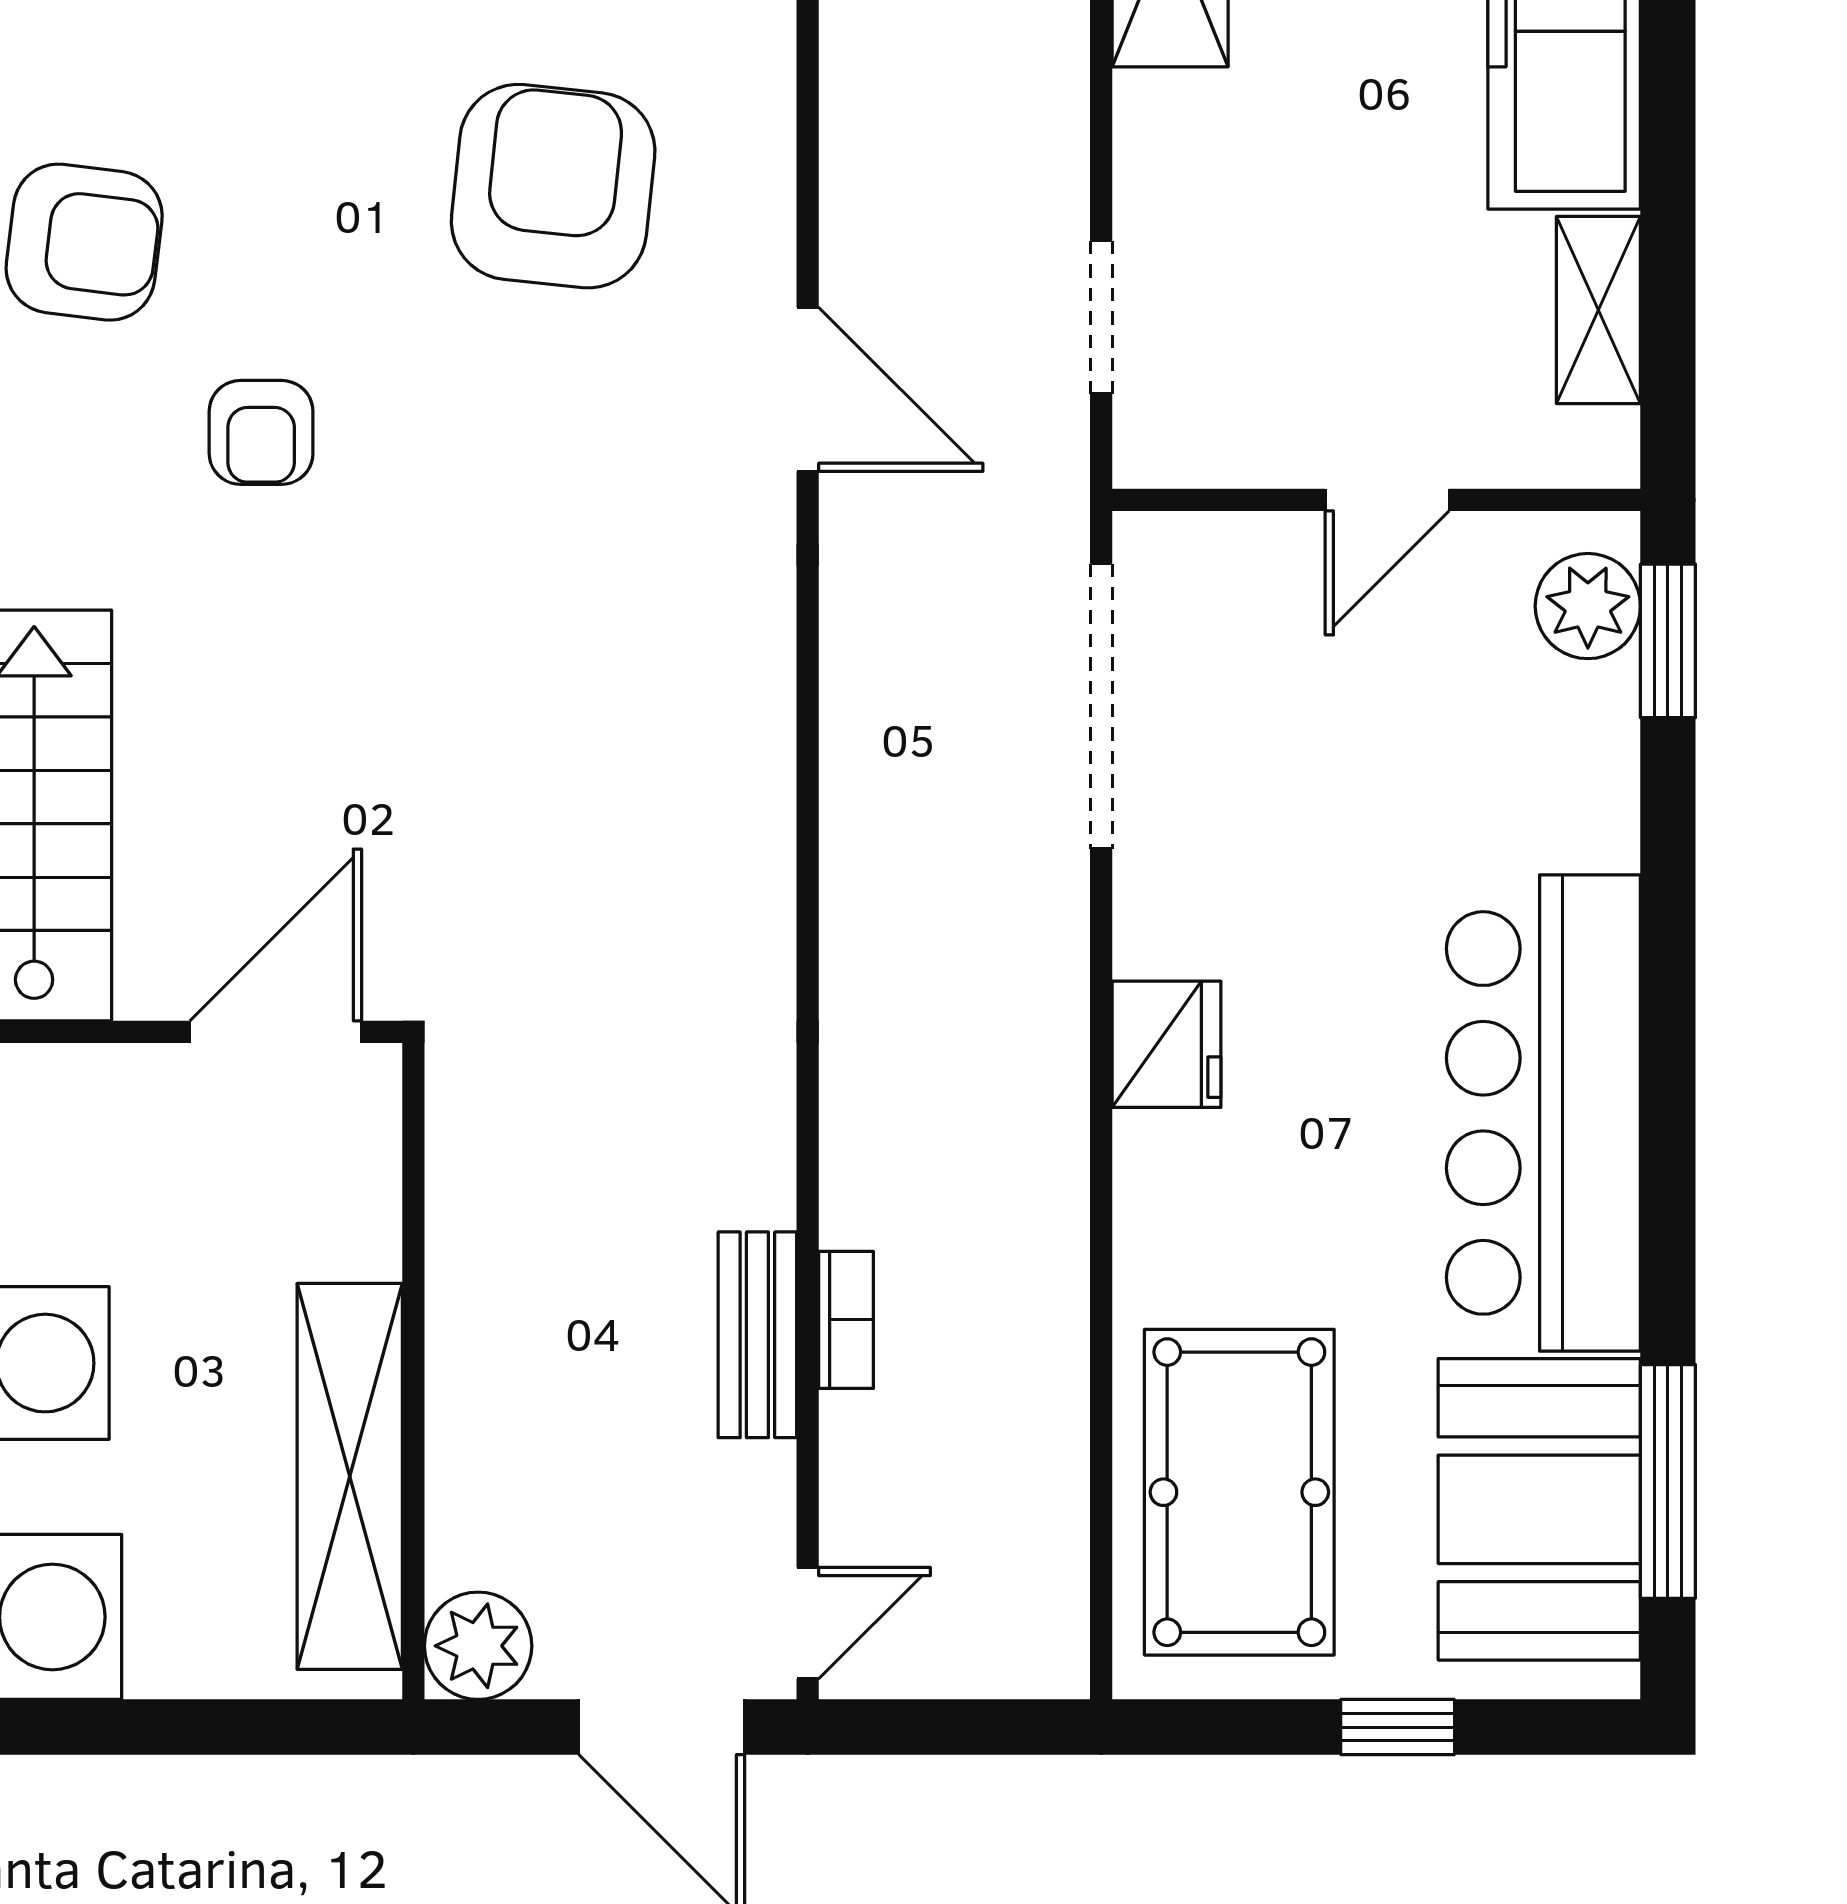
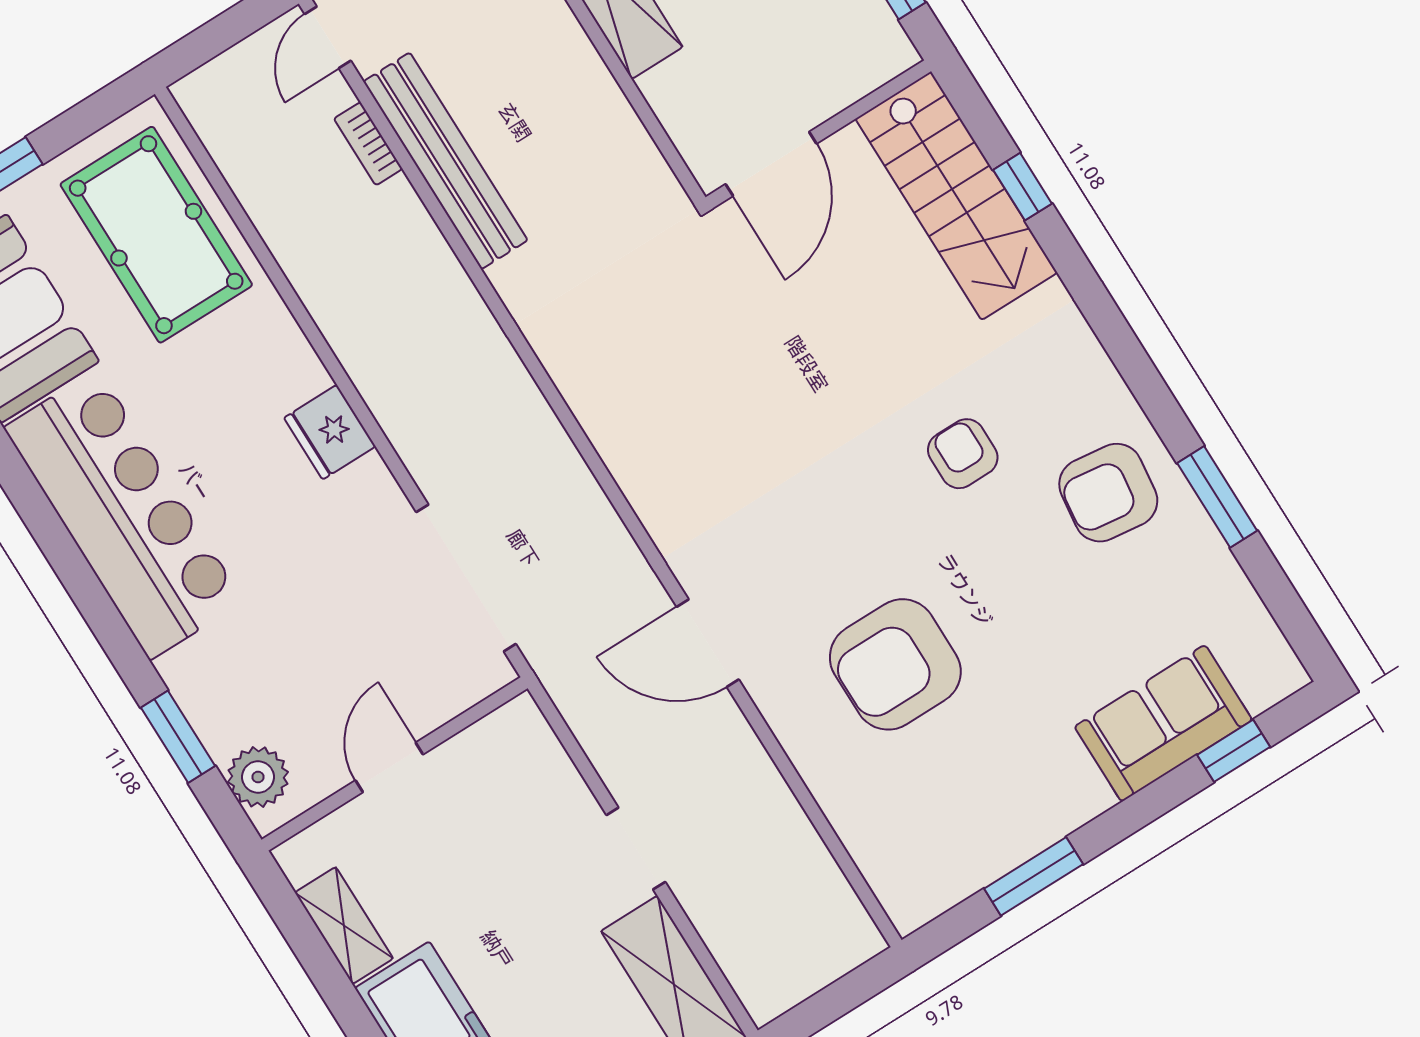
armchair: (553, 186) -> (895, 664), turned 84
doorway: (1101, 317) -> (636, 849), moved
window: (1668, 641) -> (178, 737), moved
bookcase: (846, 1320) -> (368, 144), moved
bench: (757, 1335) -> (445, 161), width x1.86, depth x1.21

